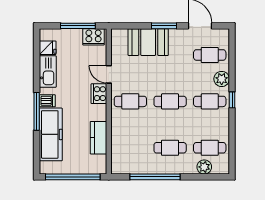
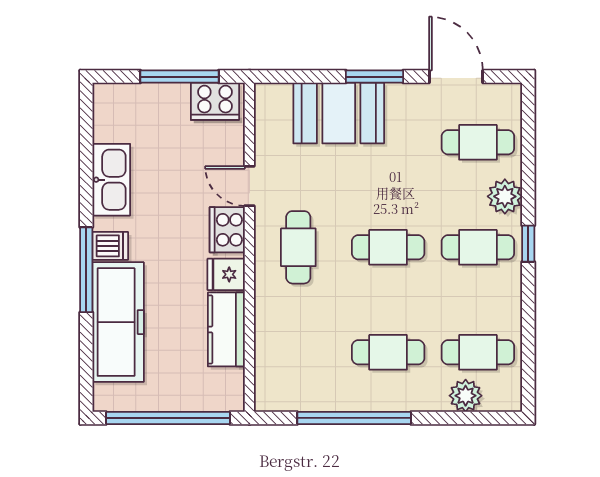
fridge: (48, 48) -> (226, 274), moved, turned 180
cafe table: (130, 101) -> (298, 247), turned 90

